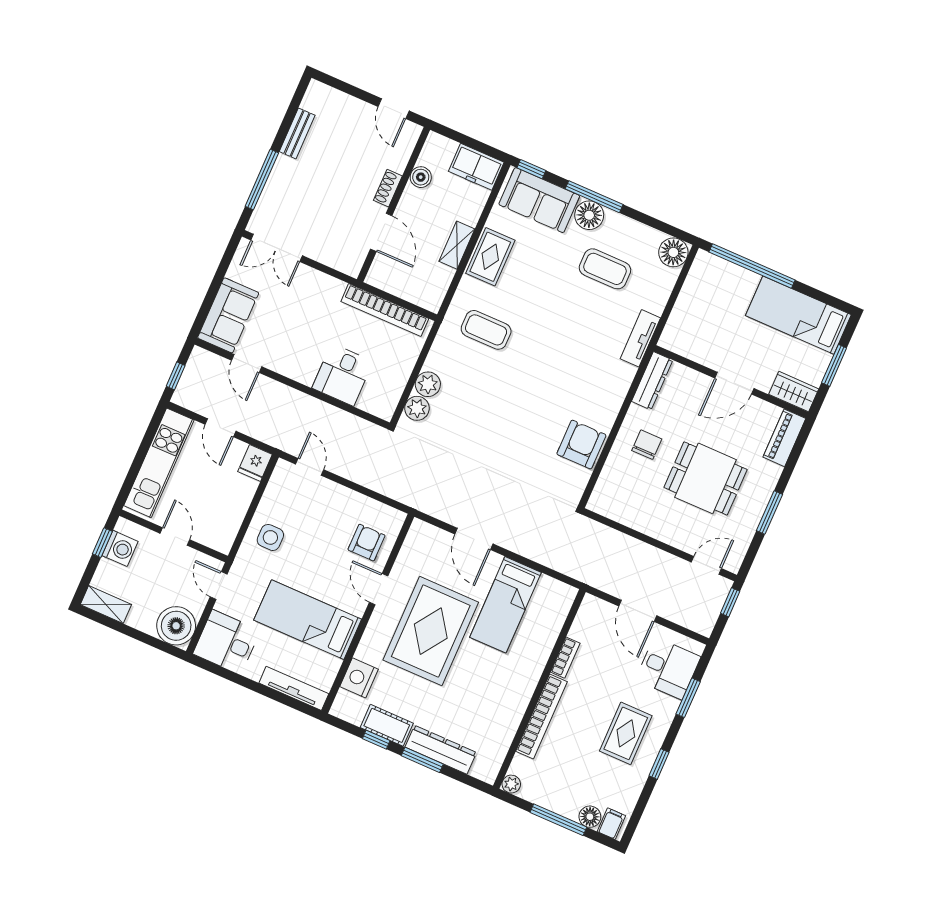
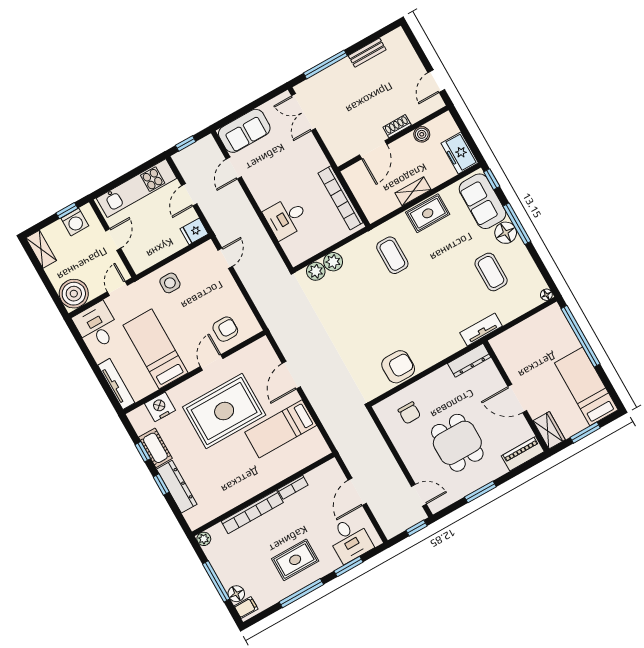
floor lamp: (673, 252) -> (546, 295), width x0.53, depth x0.53
chair: (647, 445) -> (409, 413), moved, turned 90
window: (422, 760) -> (161, 484), width x0.67
window: (659, 764) -> (301, 593), width x2.17

